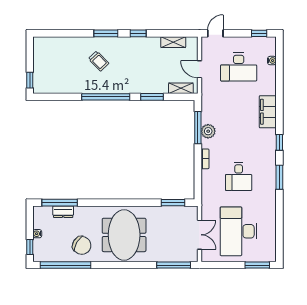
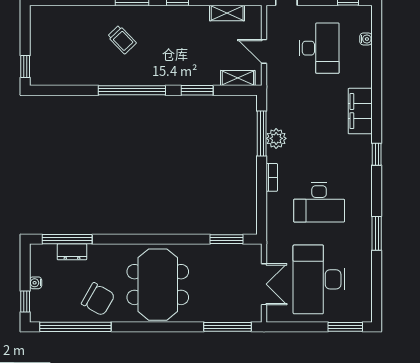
desk: (239, 67) -> (319, 48), turned -90
desk: (239, 177) -> (319, 202), width x1.37
window: (279, 177) -> (377, 233), moved

